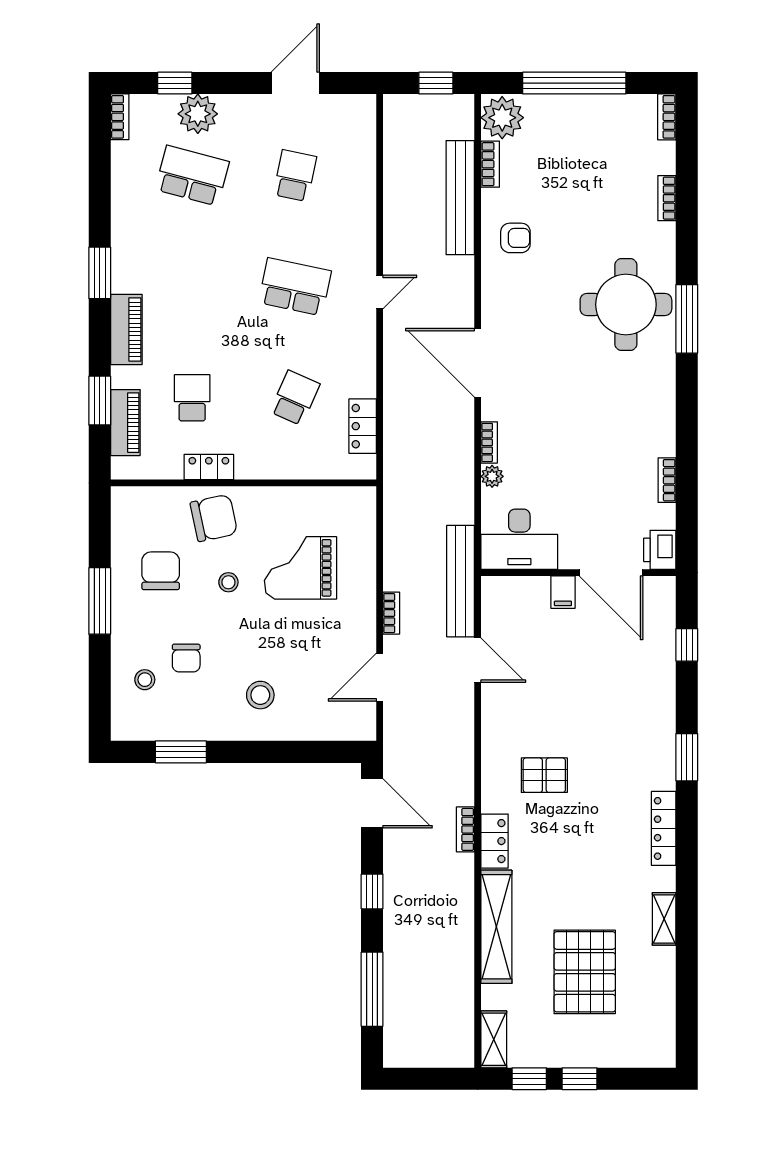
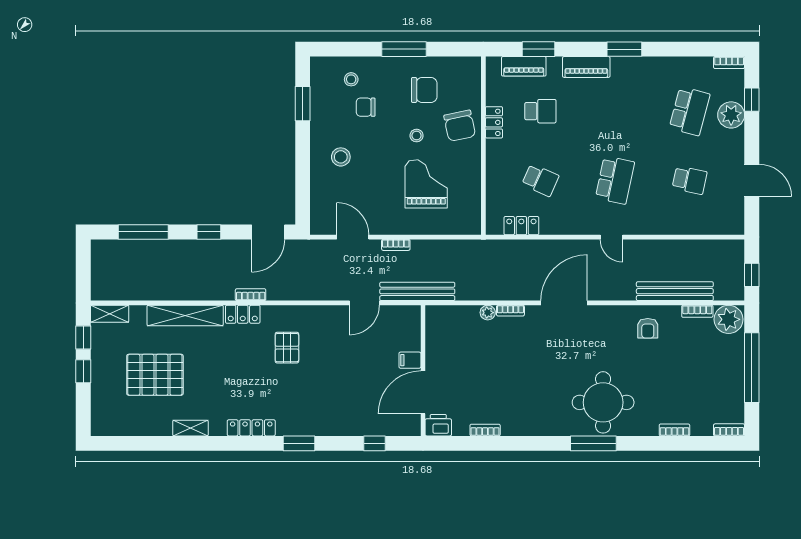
desk: (519, 539) -> (445, 331), removed

